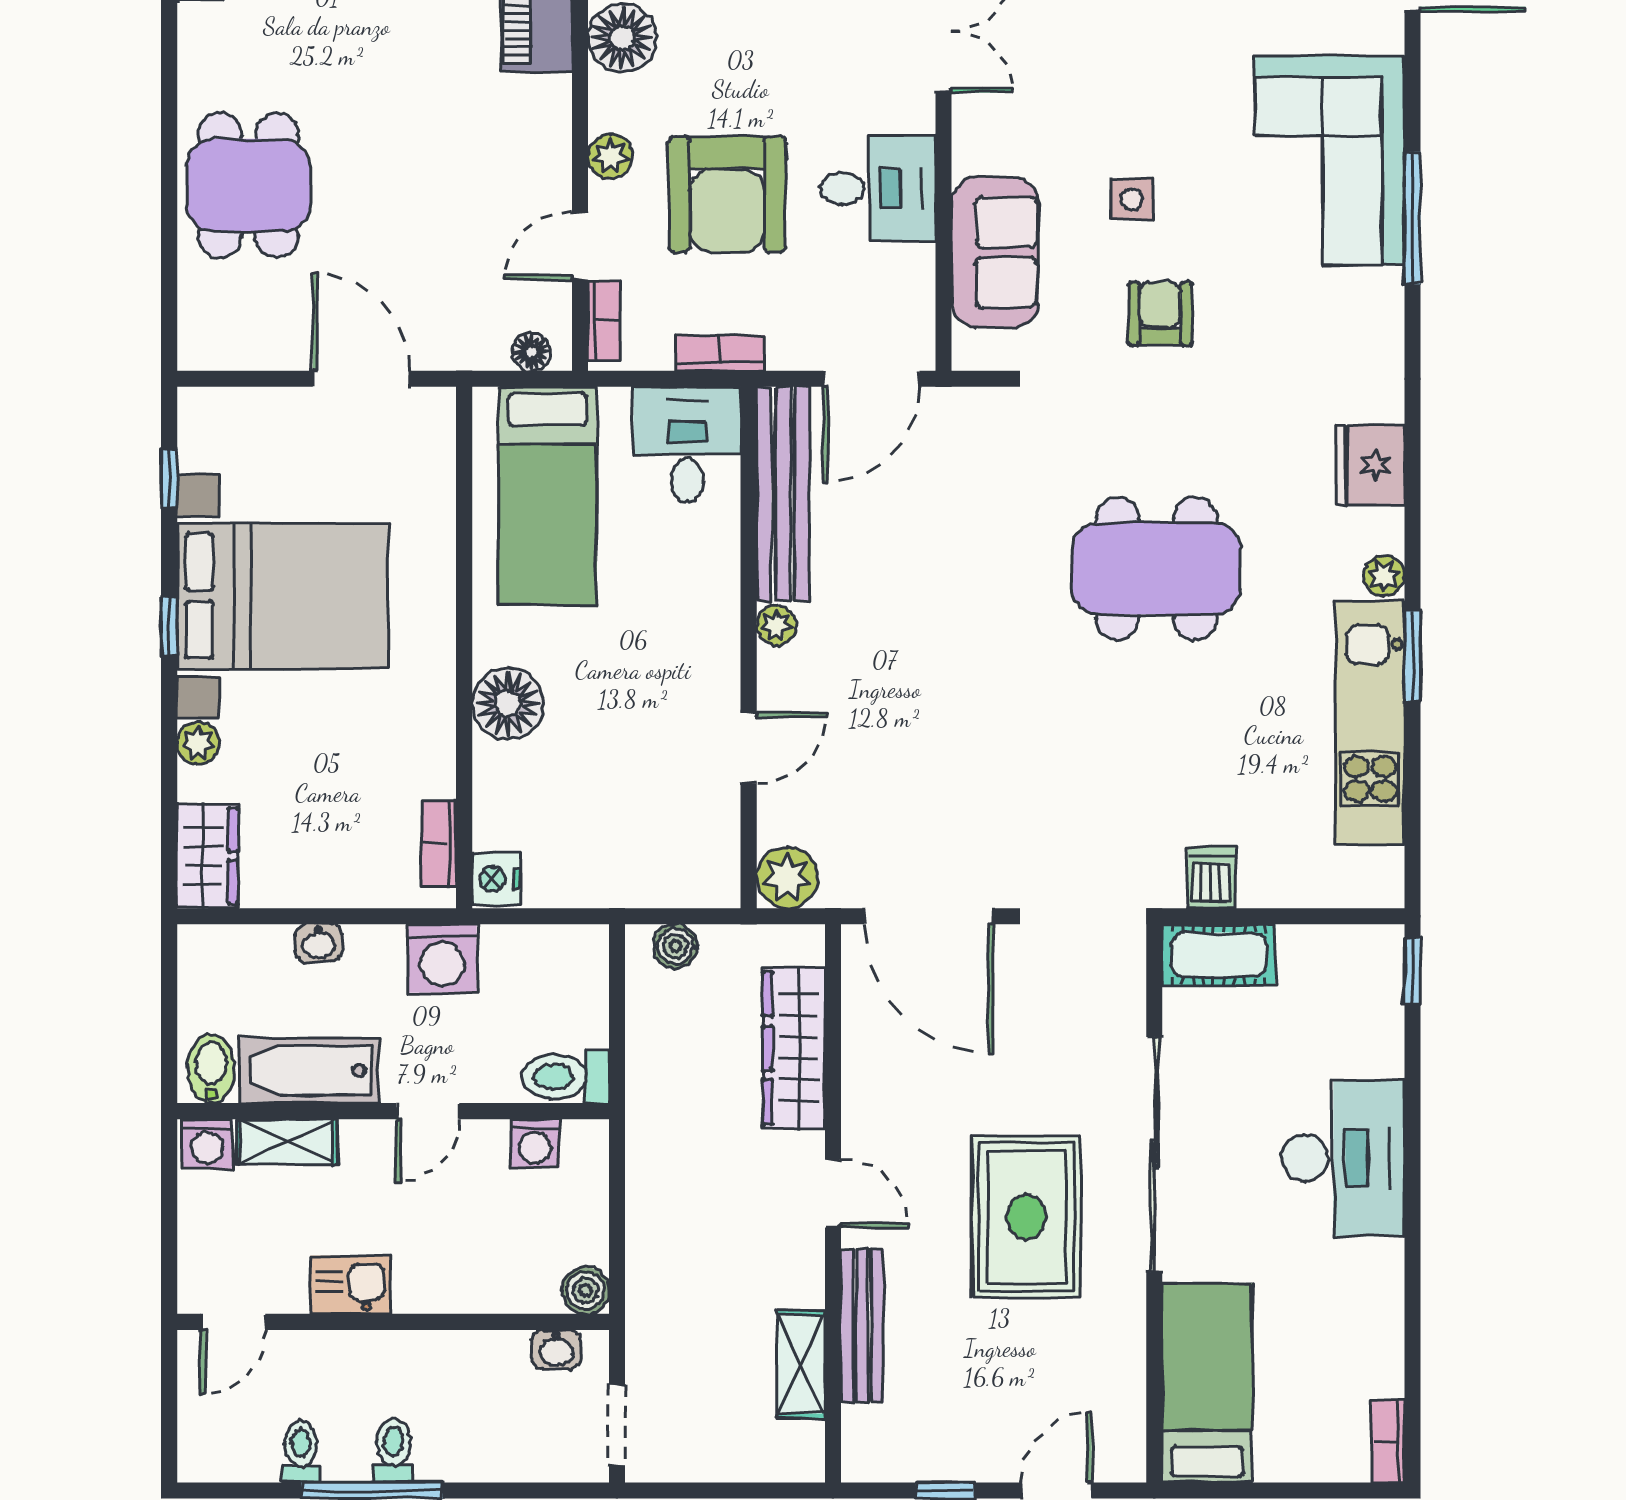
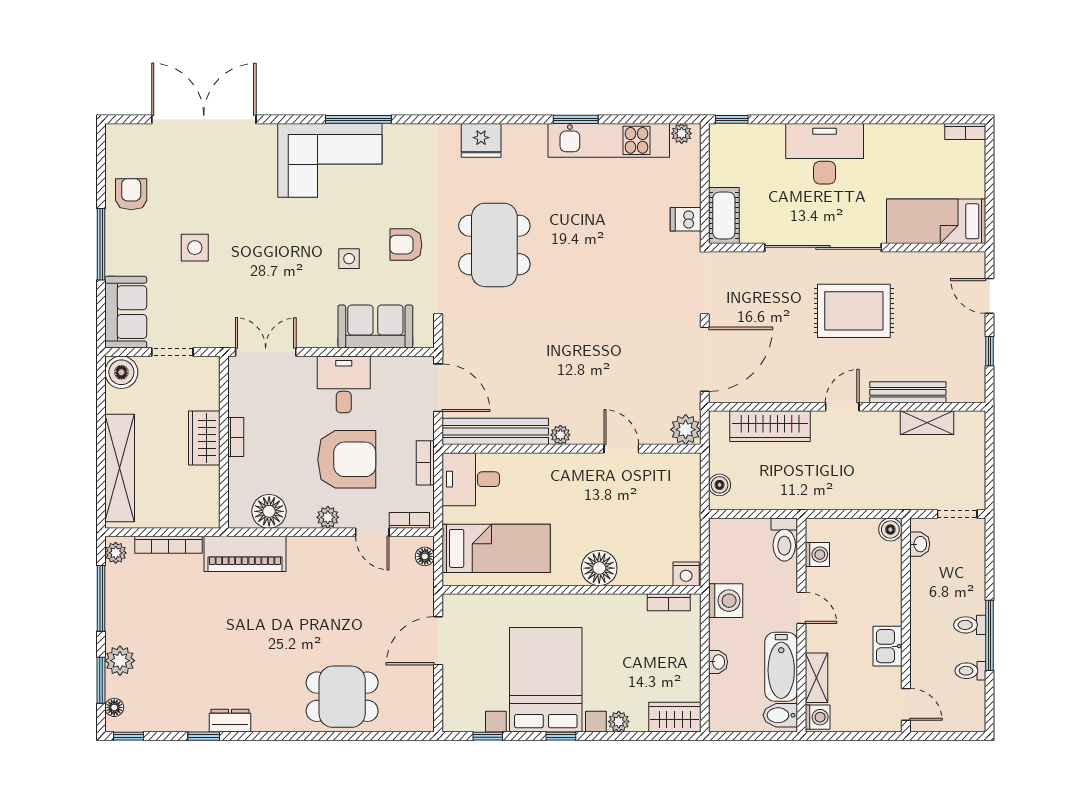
dining table: (1156, 569) -> (494, 245), moved
plant: (1384, 576) -> (682, 133), moved

